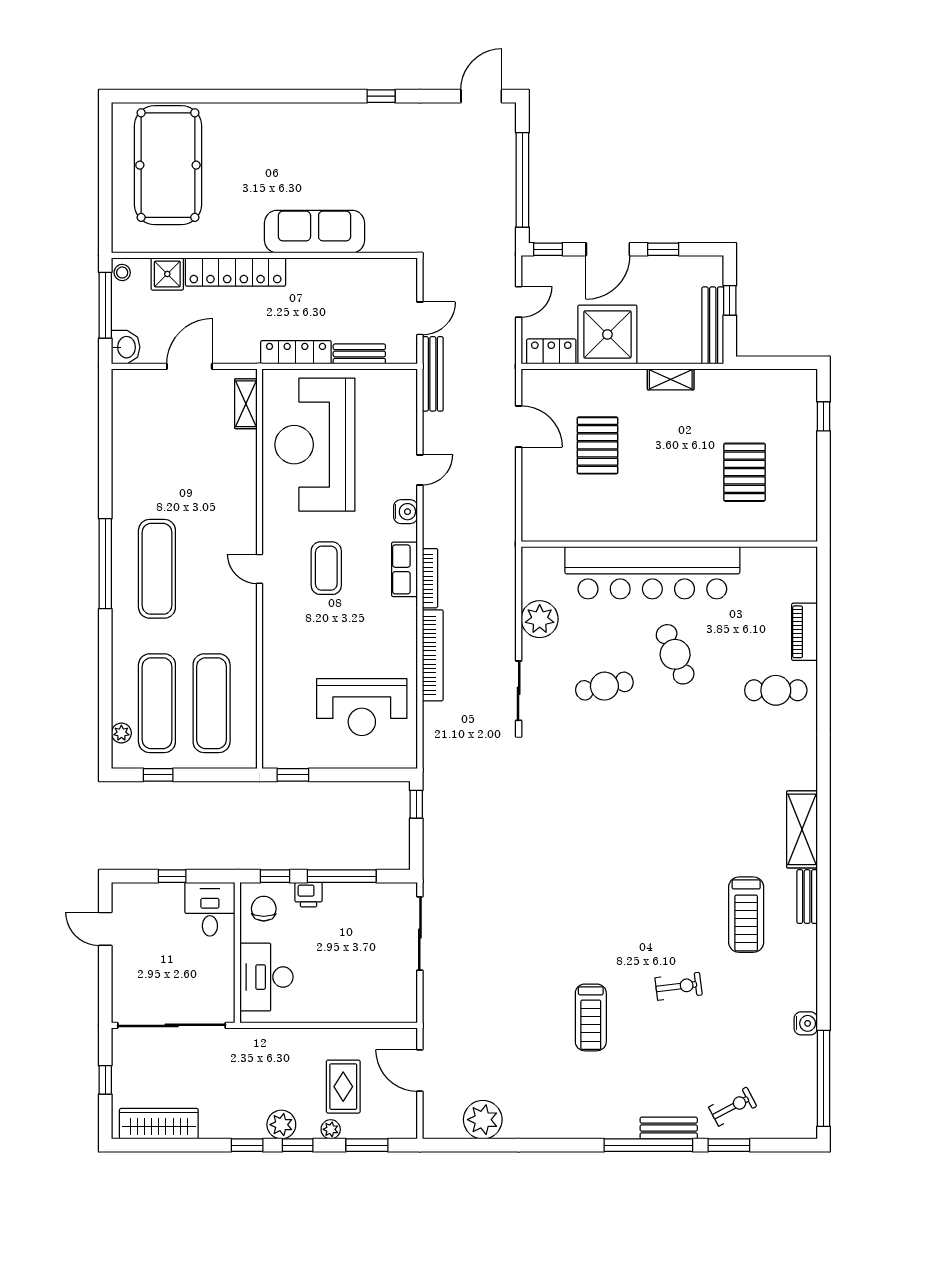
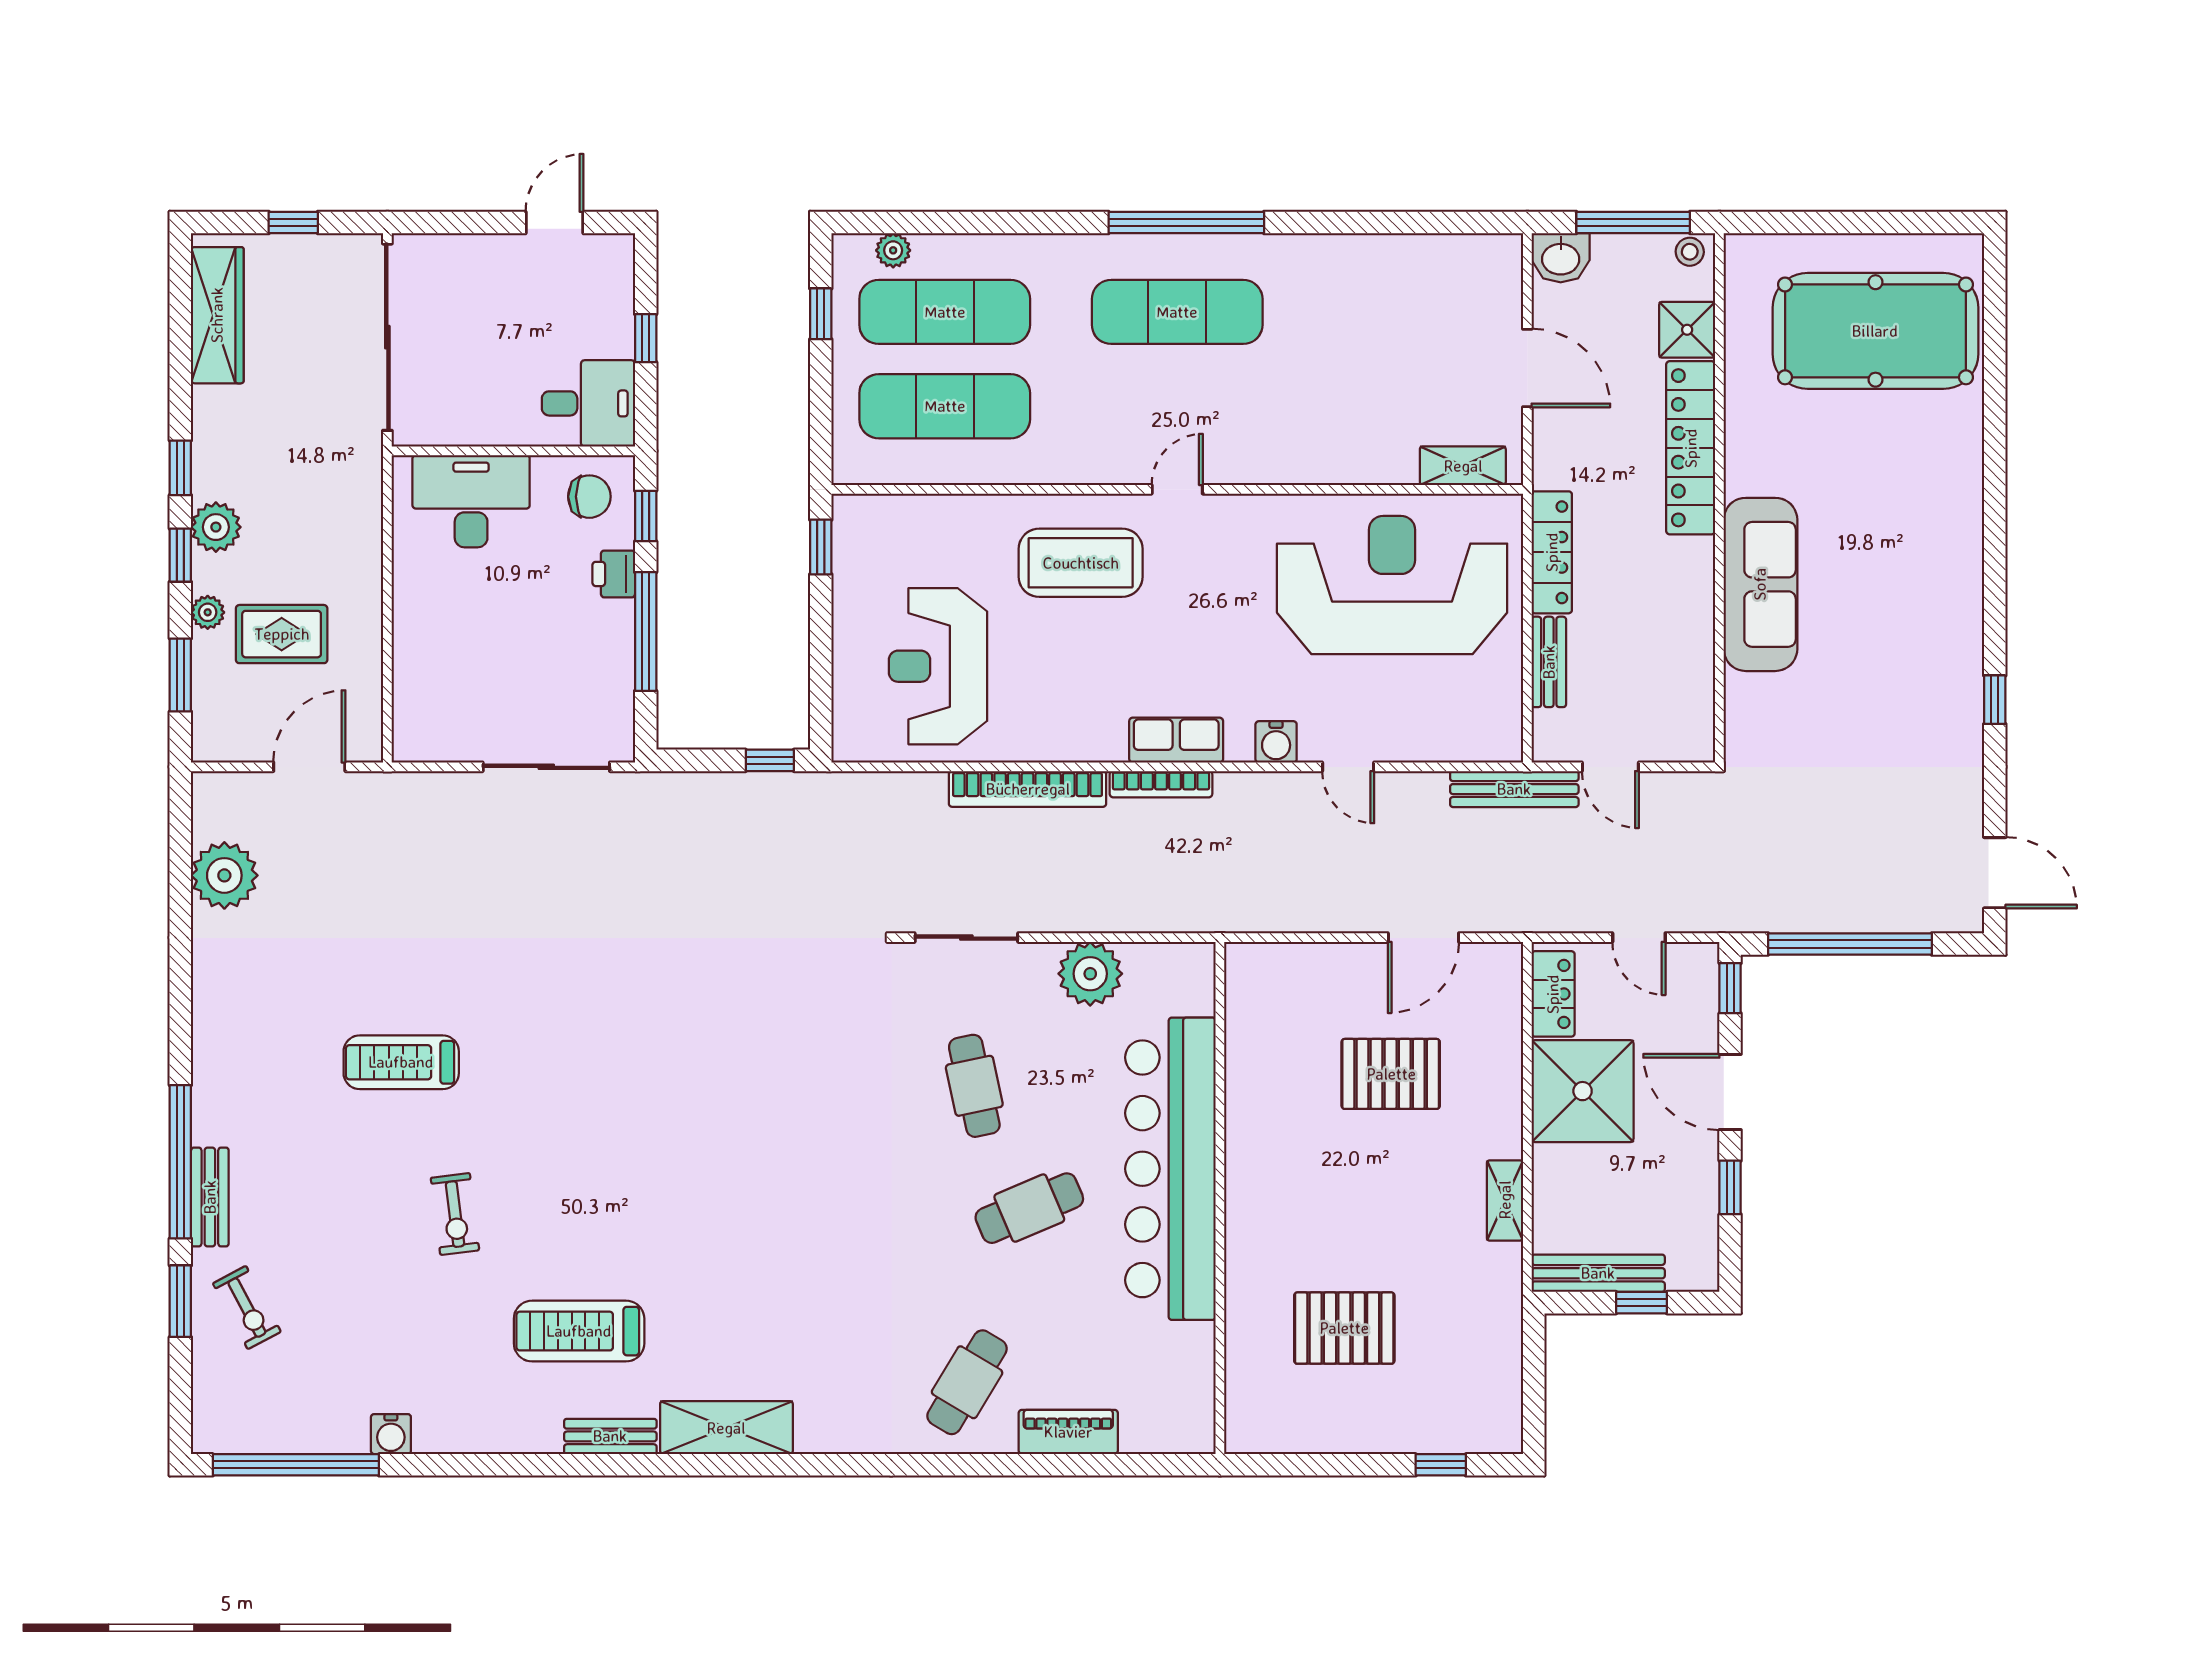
coffee table: (326, 568) -> (1081, 563), moved, width x1.36, depth x1.32
cafe table: (776, 690) -> (967, 1382), turned 31

